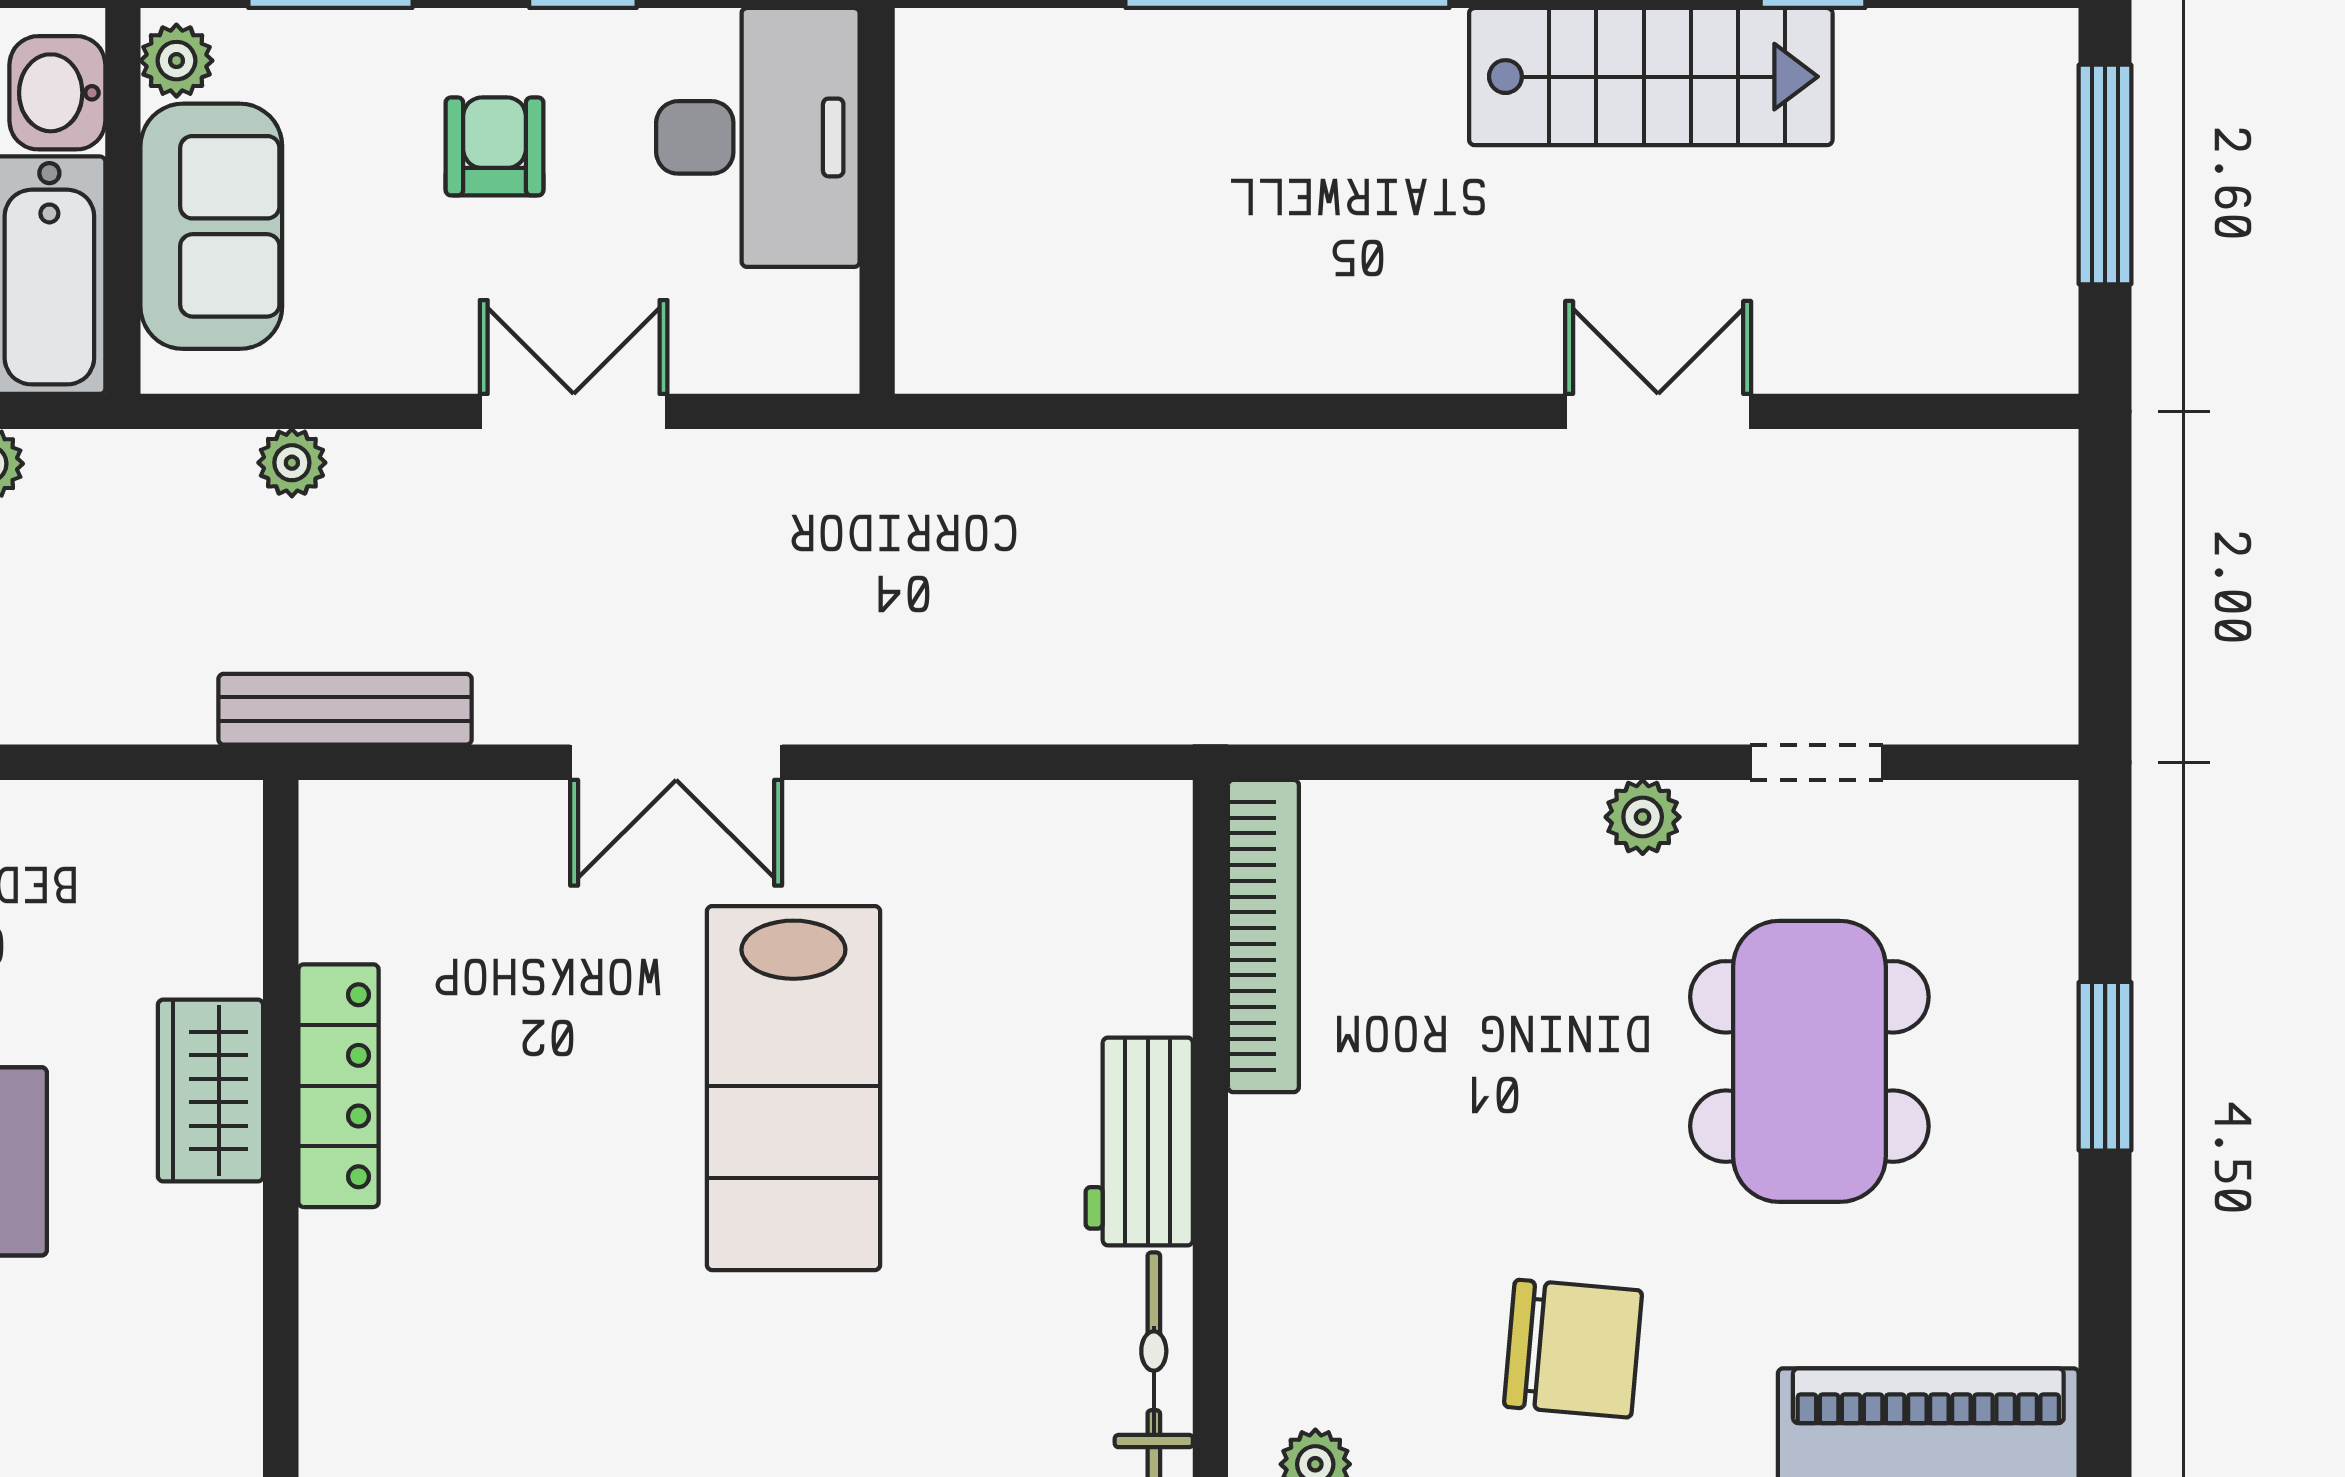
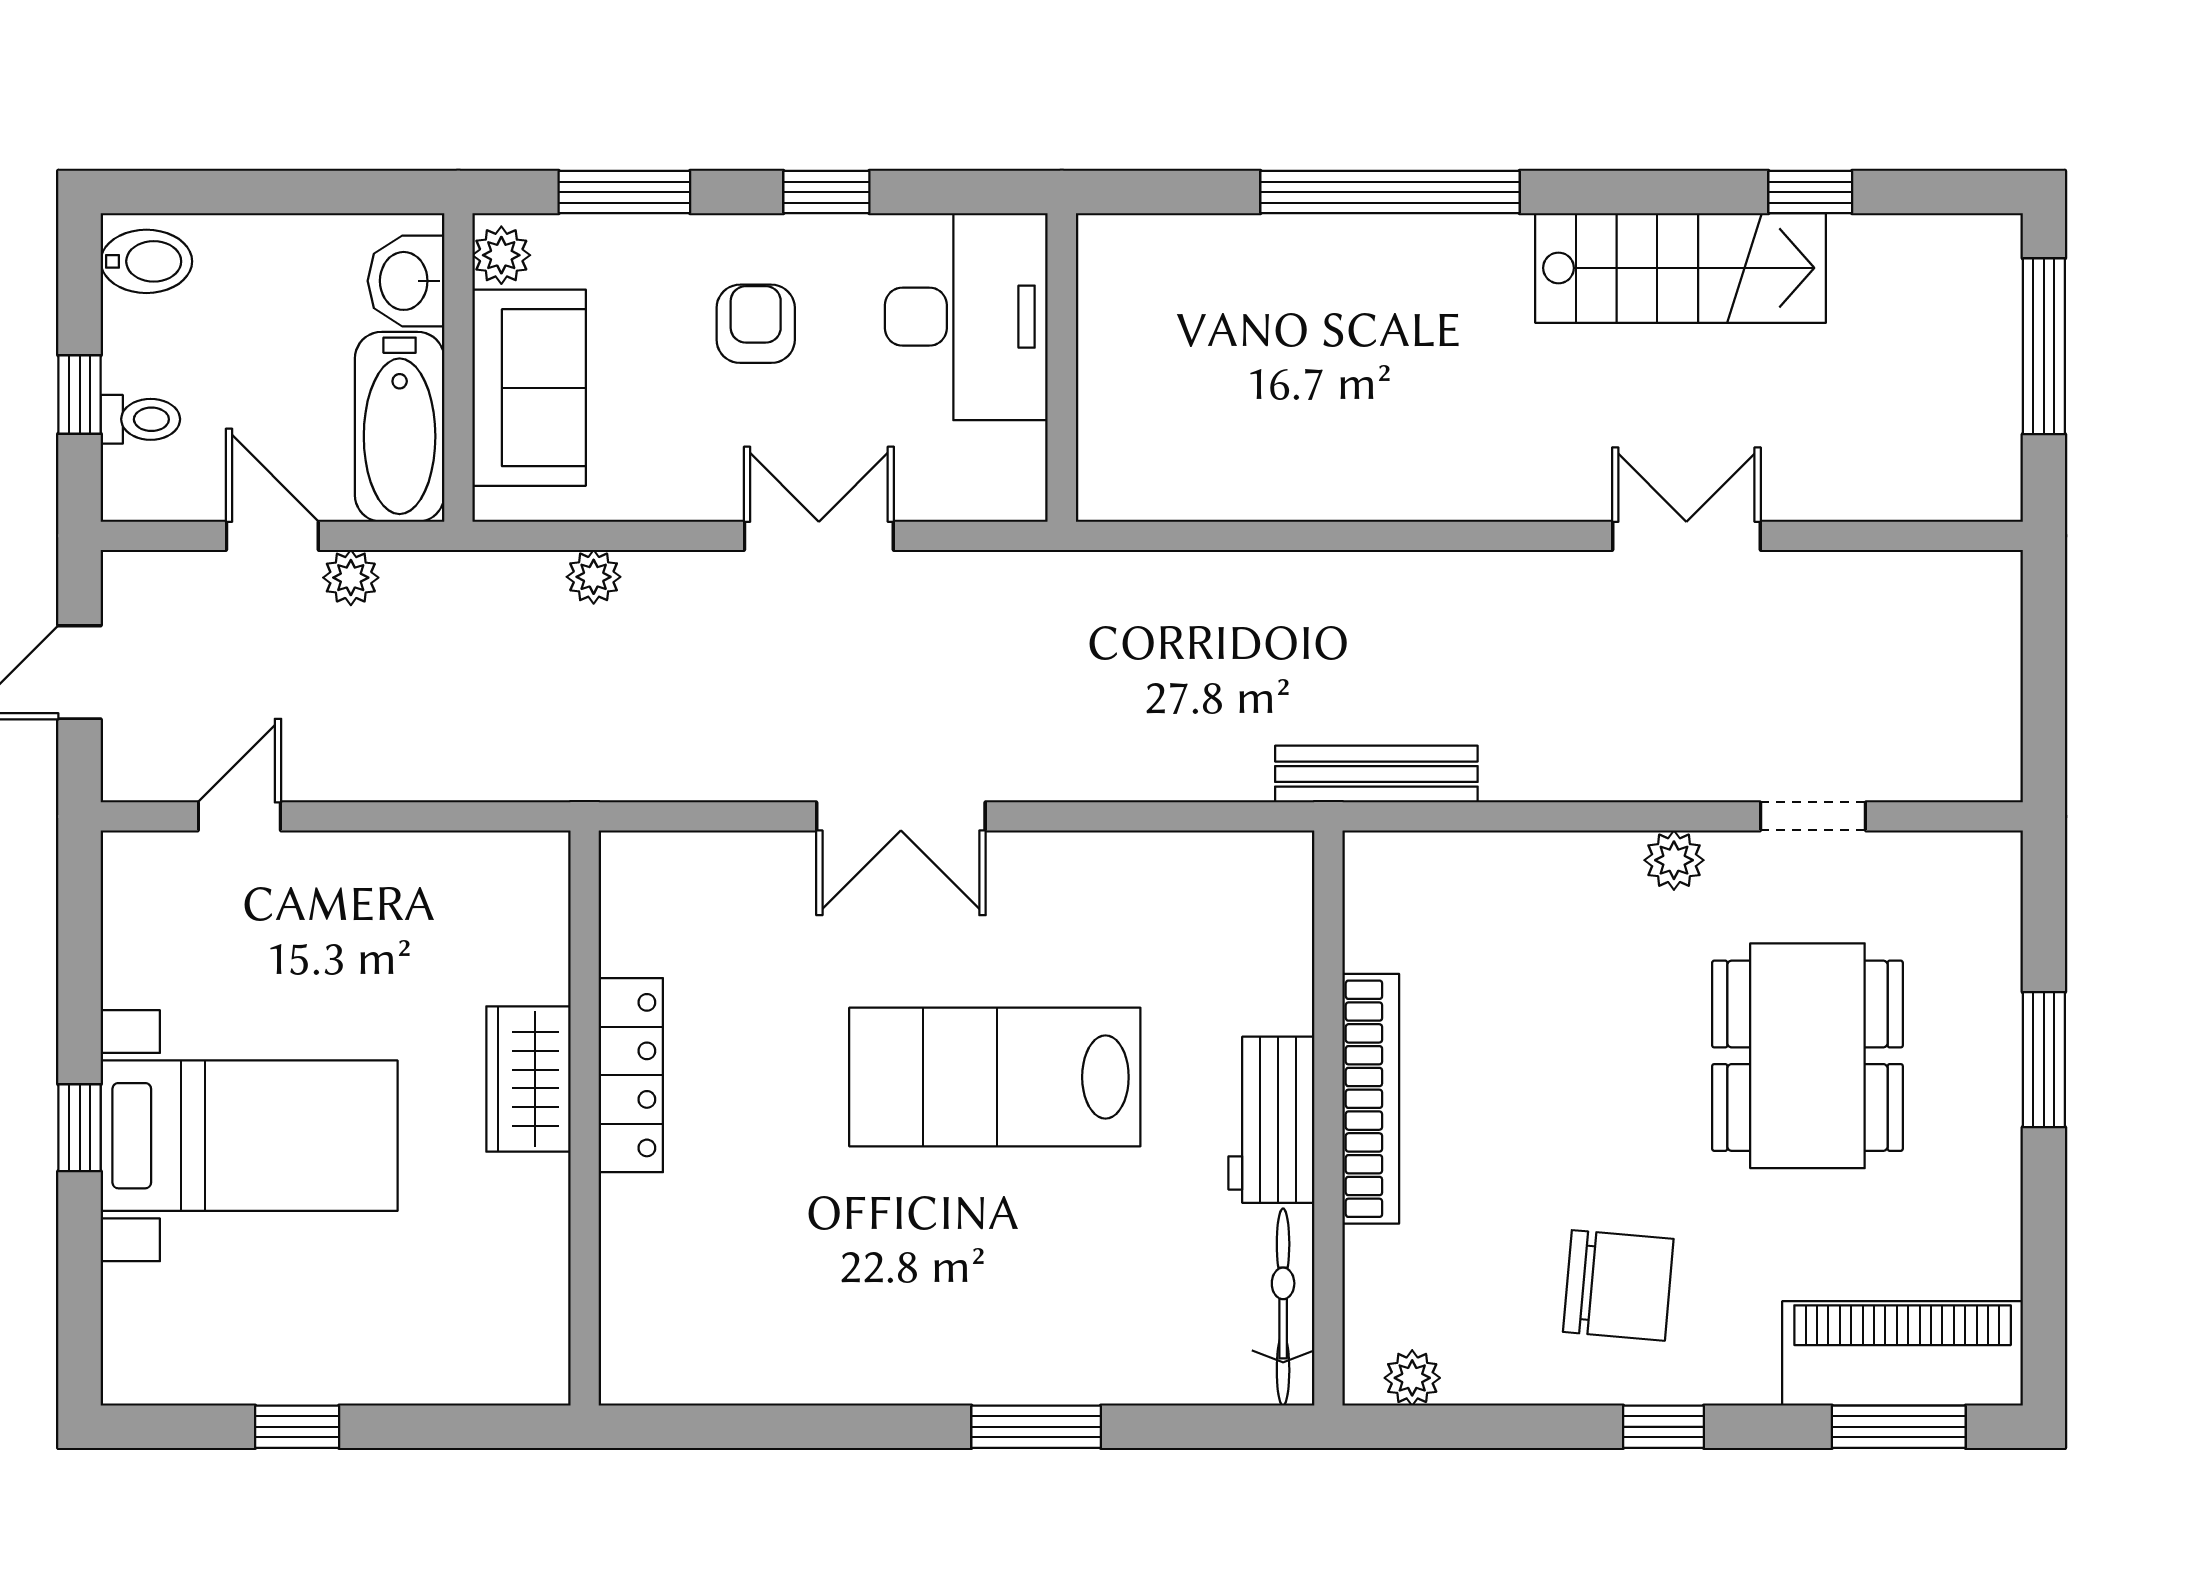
bench: (345, 709) -> (1376, 774), moved
bookcase: (1263, 936) -> (1371, 1099), moved
lab bench: (793, 1088) -> (995, 1077), turned 90

